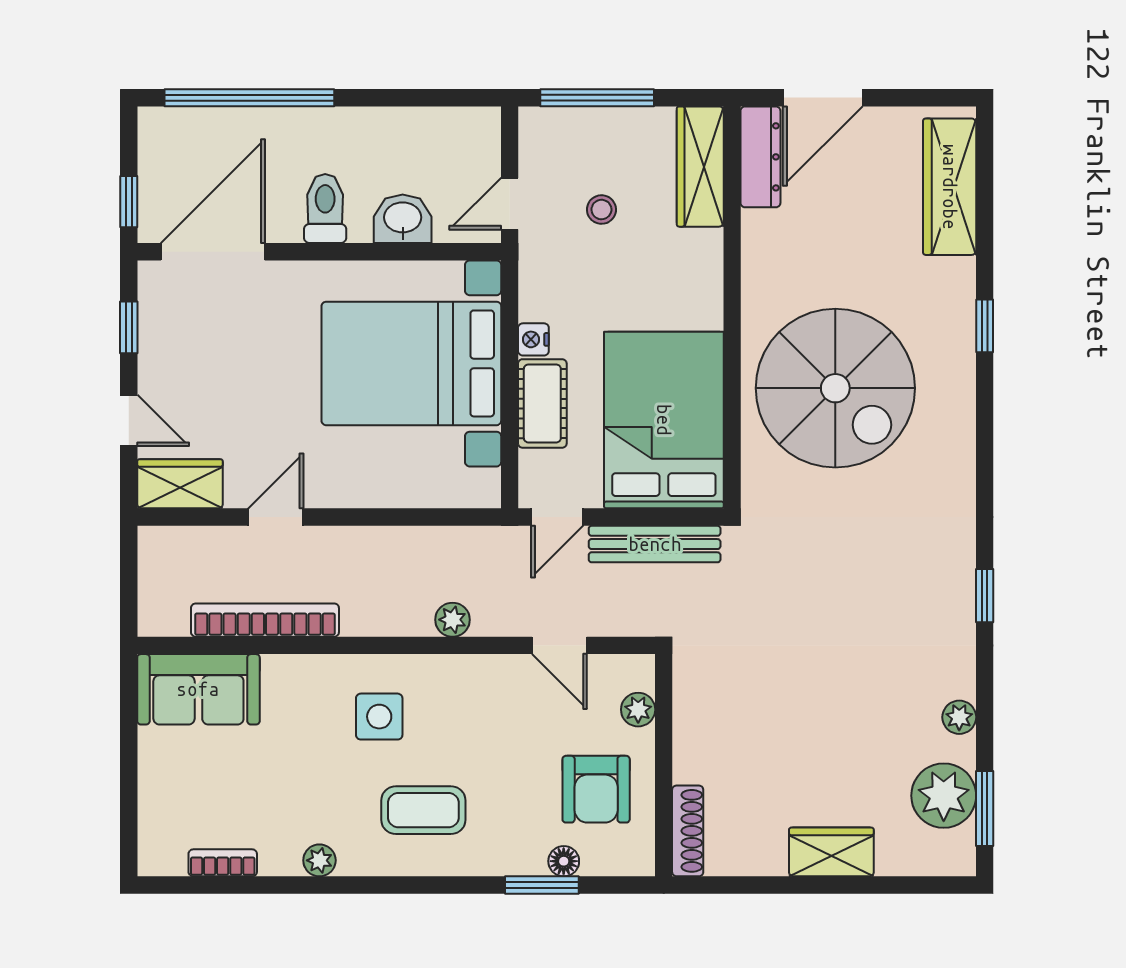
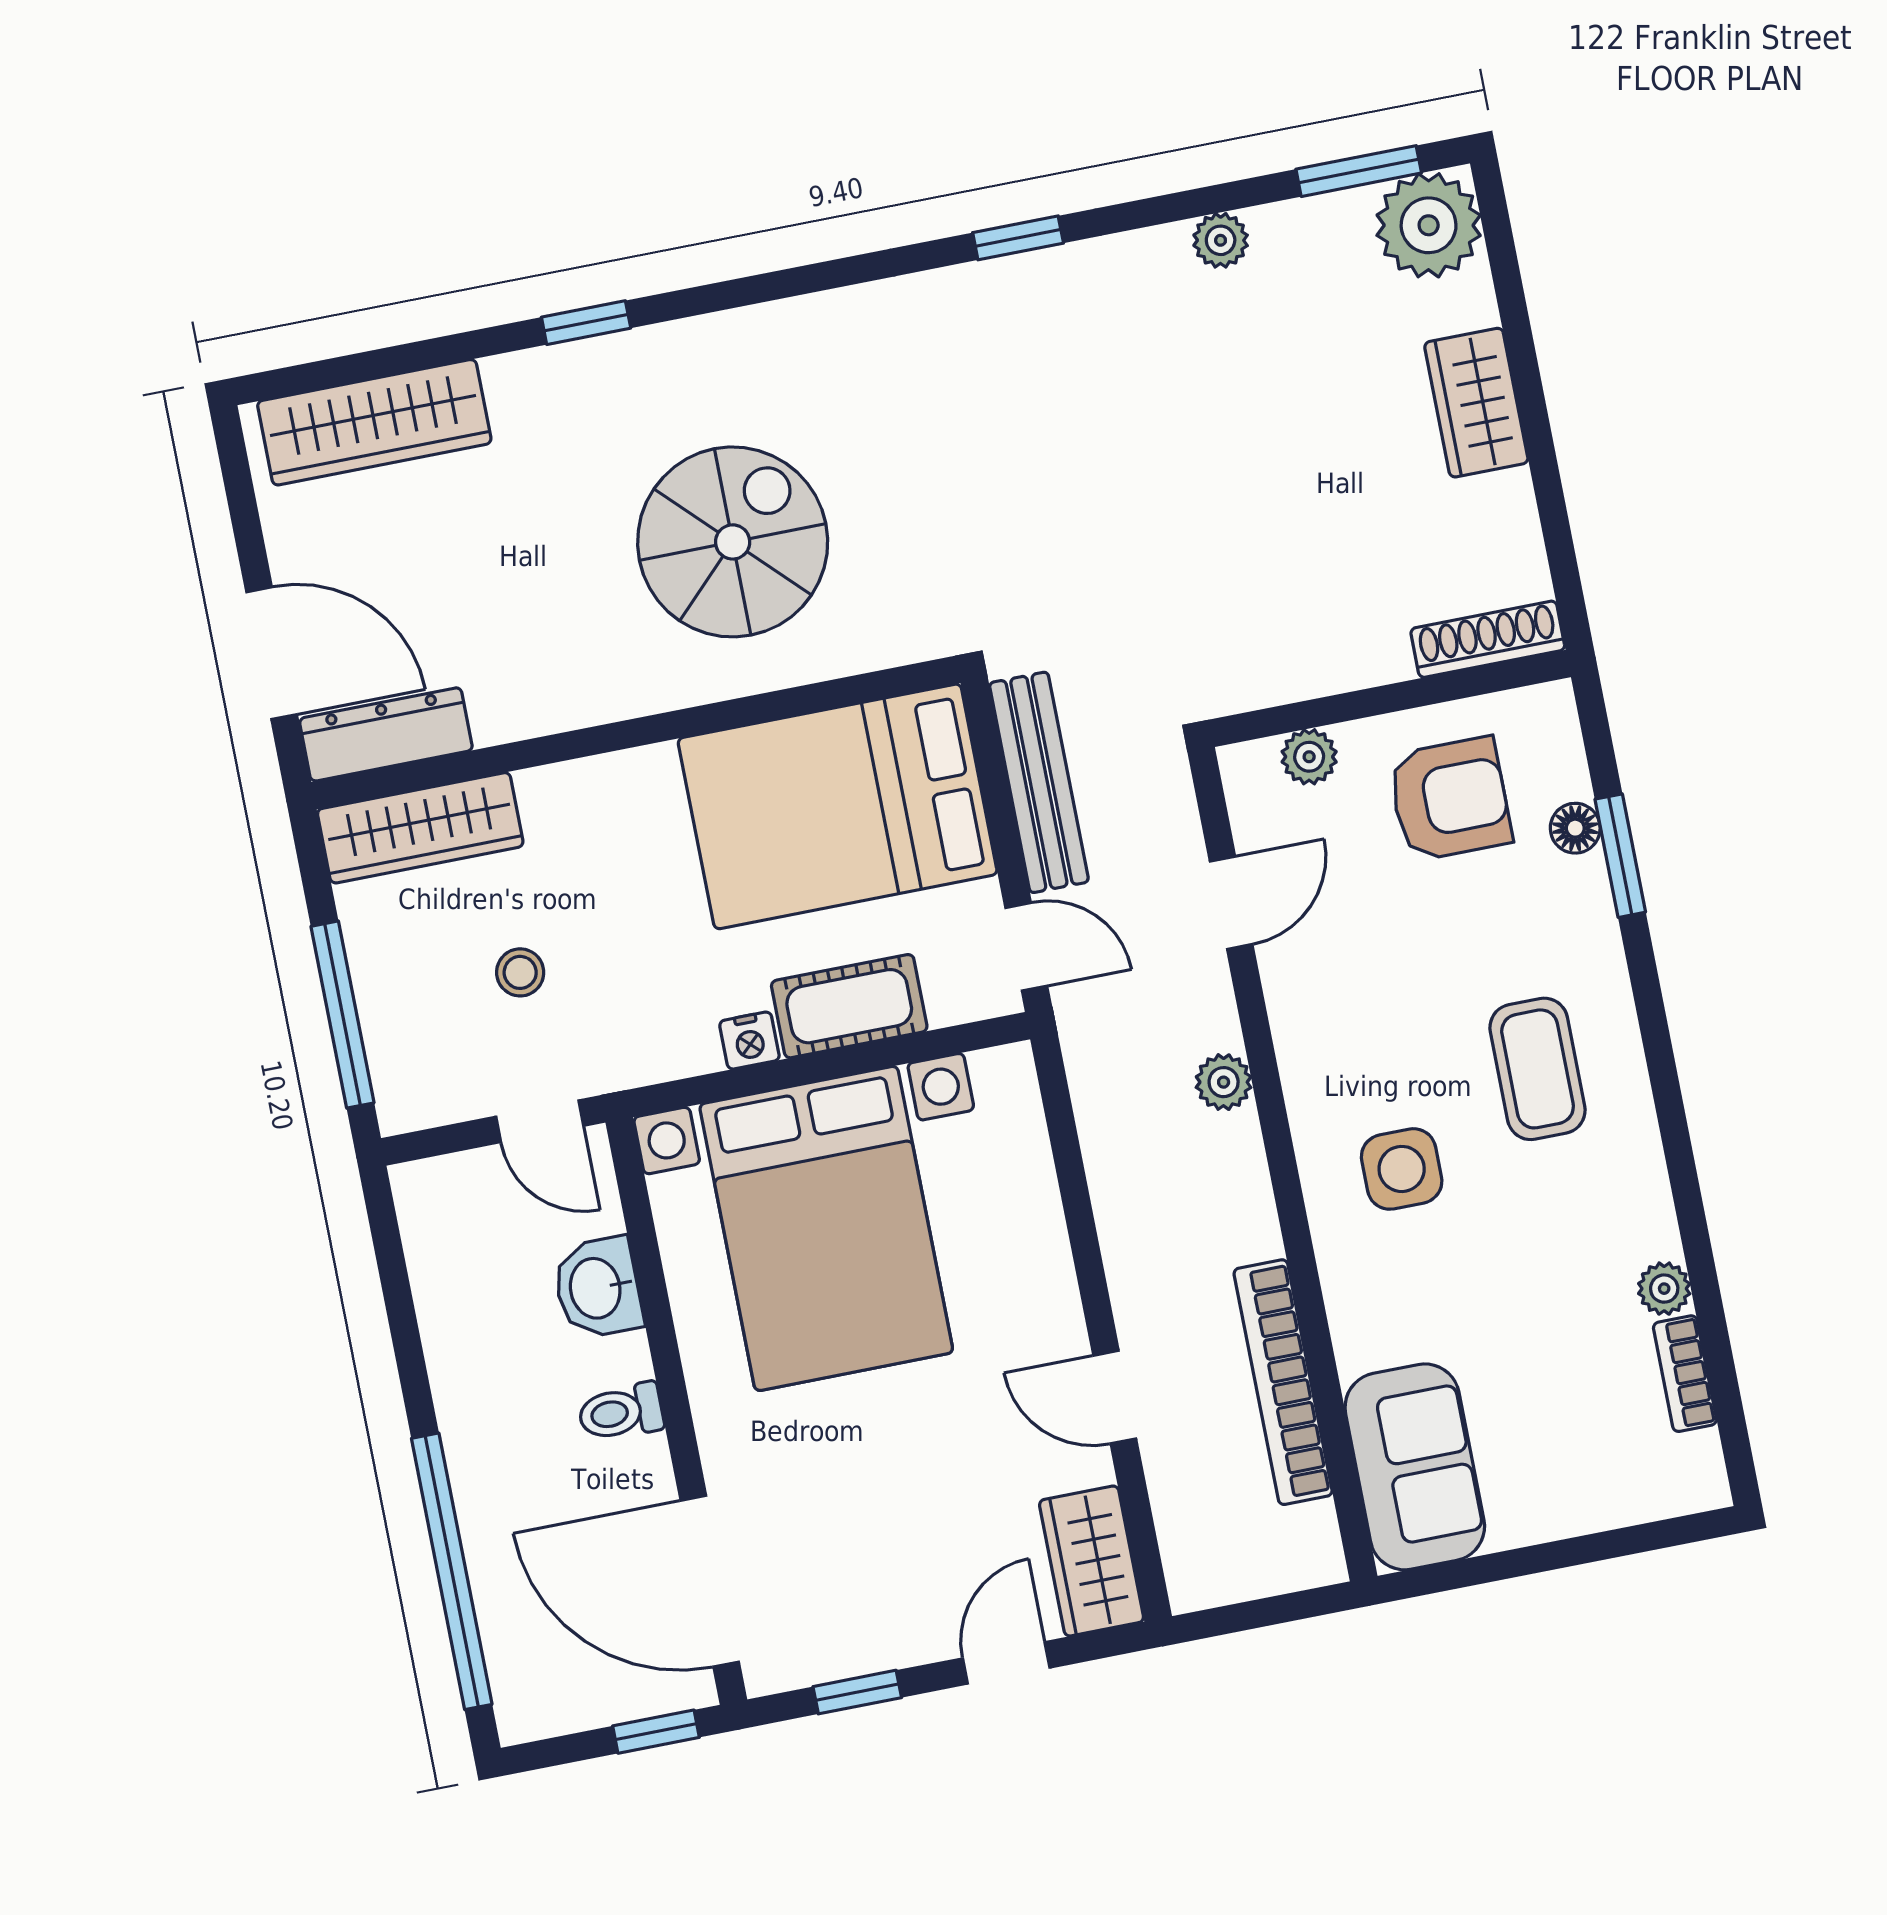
toilet: (325, 209) -> (621, 1412), width x0.73, depth x0.72
spiral stairs: (835, 388) -> (733, 542), width x0.73, depth x0.73
plant: (944, 796) -> (1429, 225), moved
plant: (319, 860) -> (1664, 1289), moved

